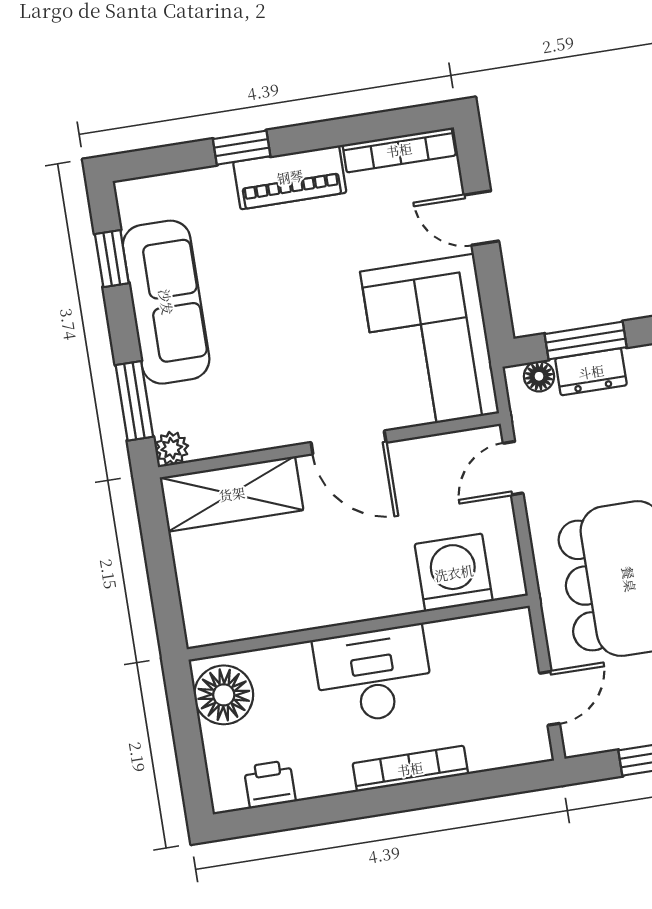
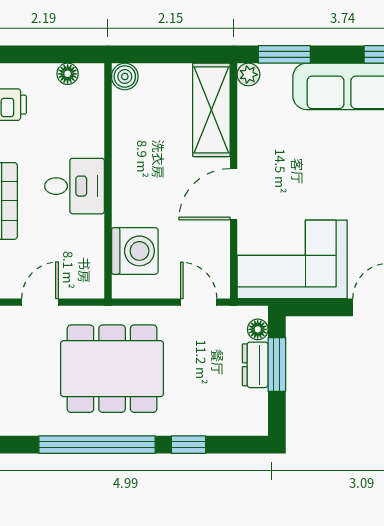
boiler: (203, 627) -> (125, 76), added
desk: (373, 675) -> (75, 186), width x0.73
floor lamp: (224, 695) -> (68, 74), width x0.53, depth x0.53
door: (550, 698) -> (40, 302), swing flipped

